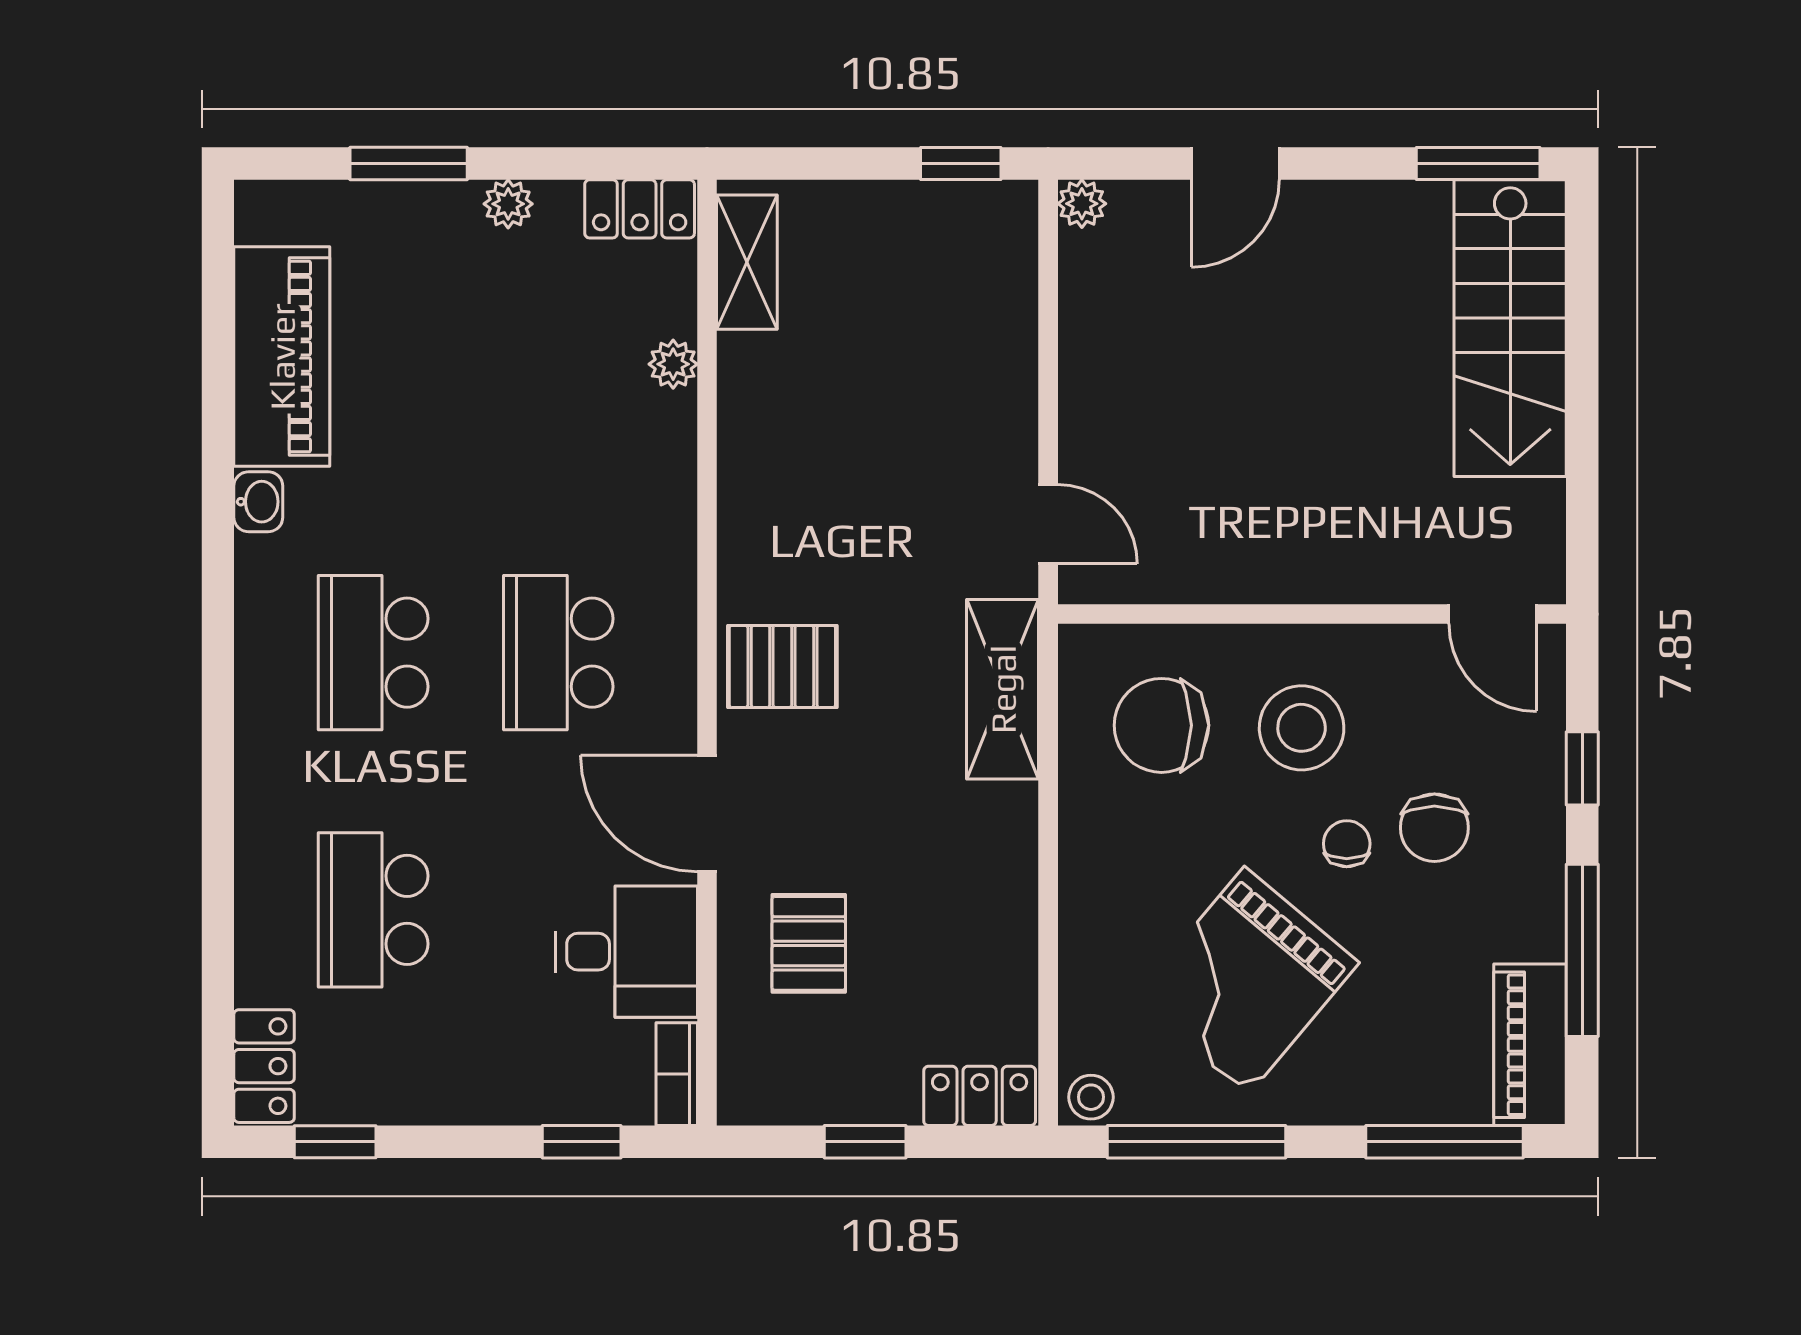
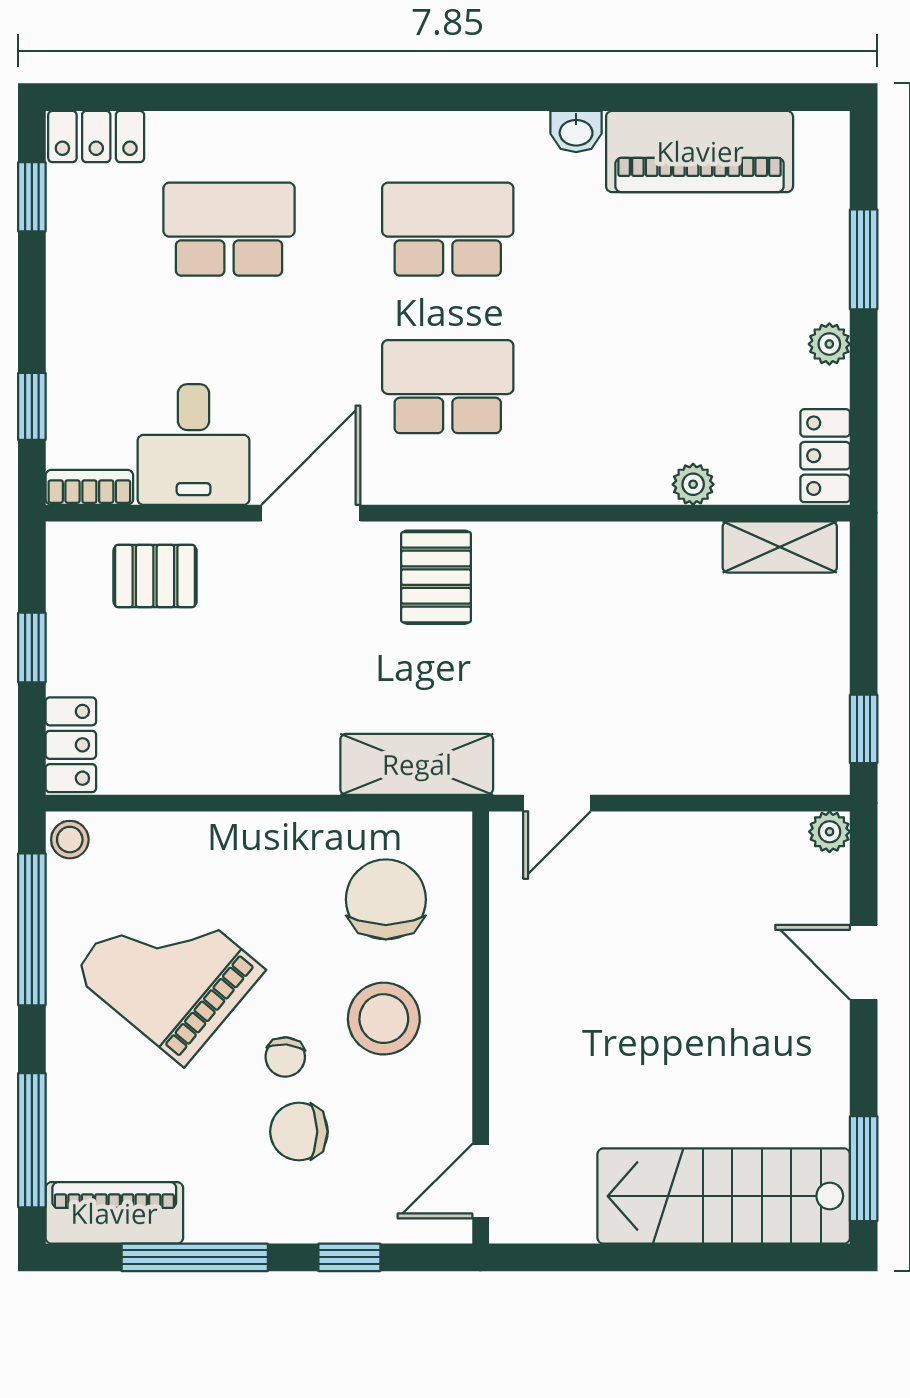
chair: (1347, 844) -> (285, 1057), turned 95
pallet: (809, 943) -> (155, 576), moved

